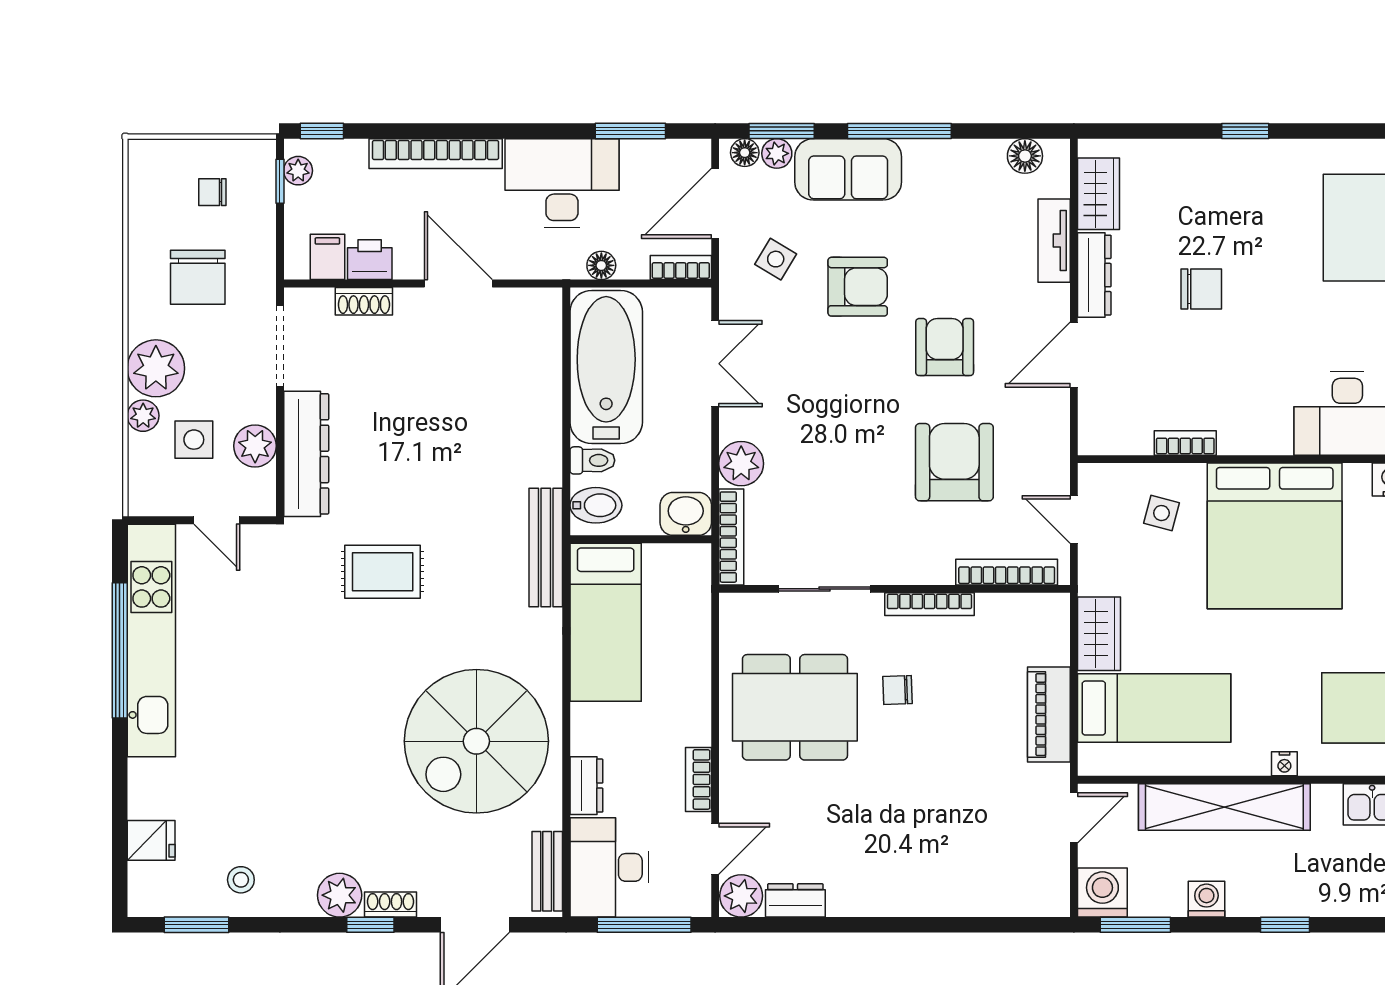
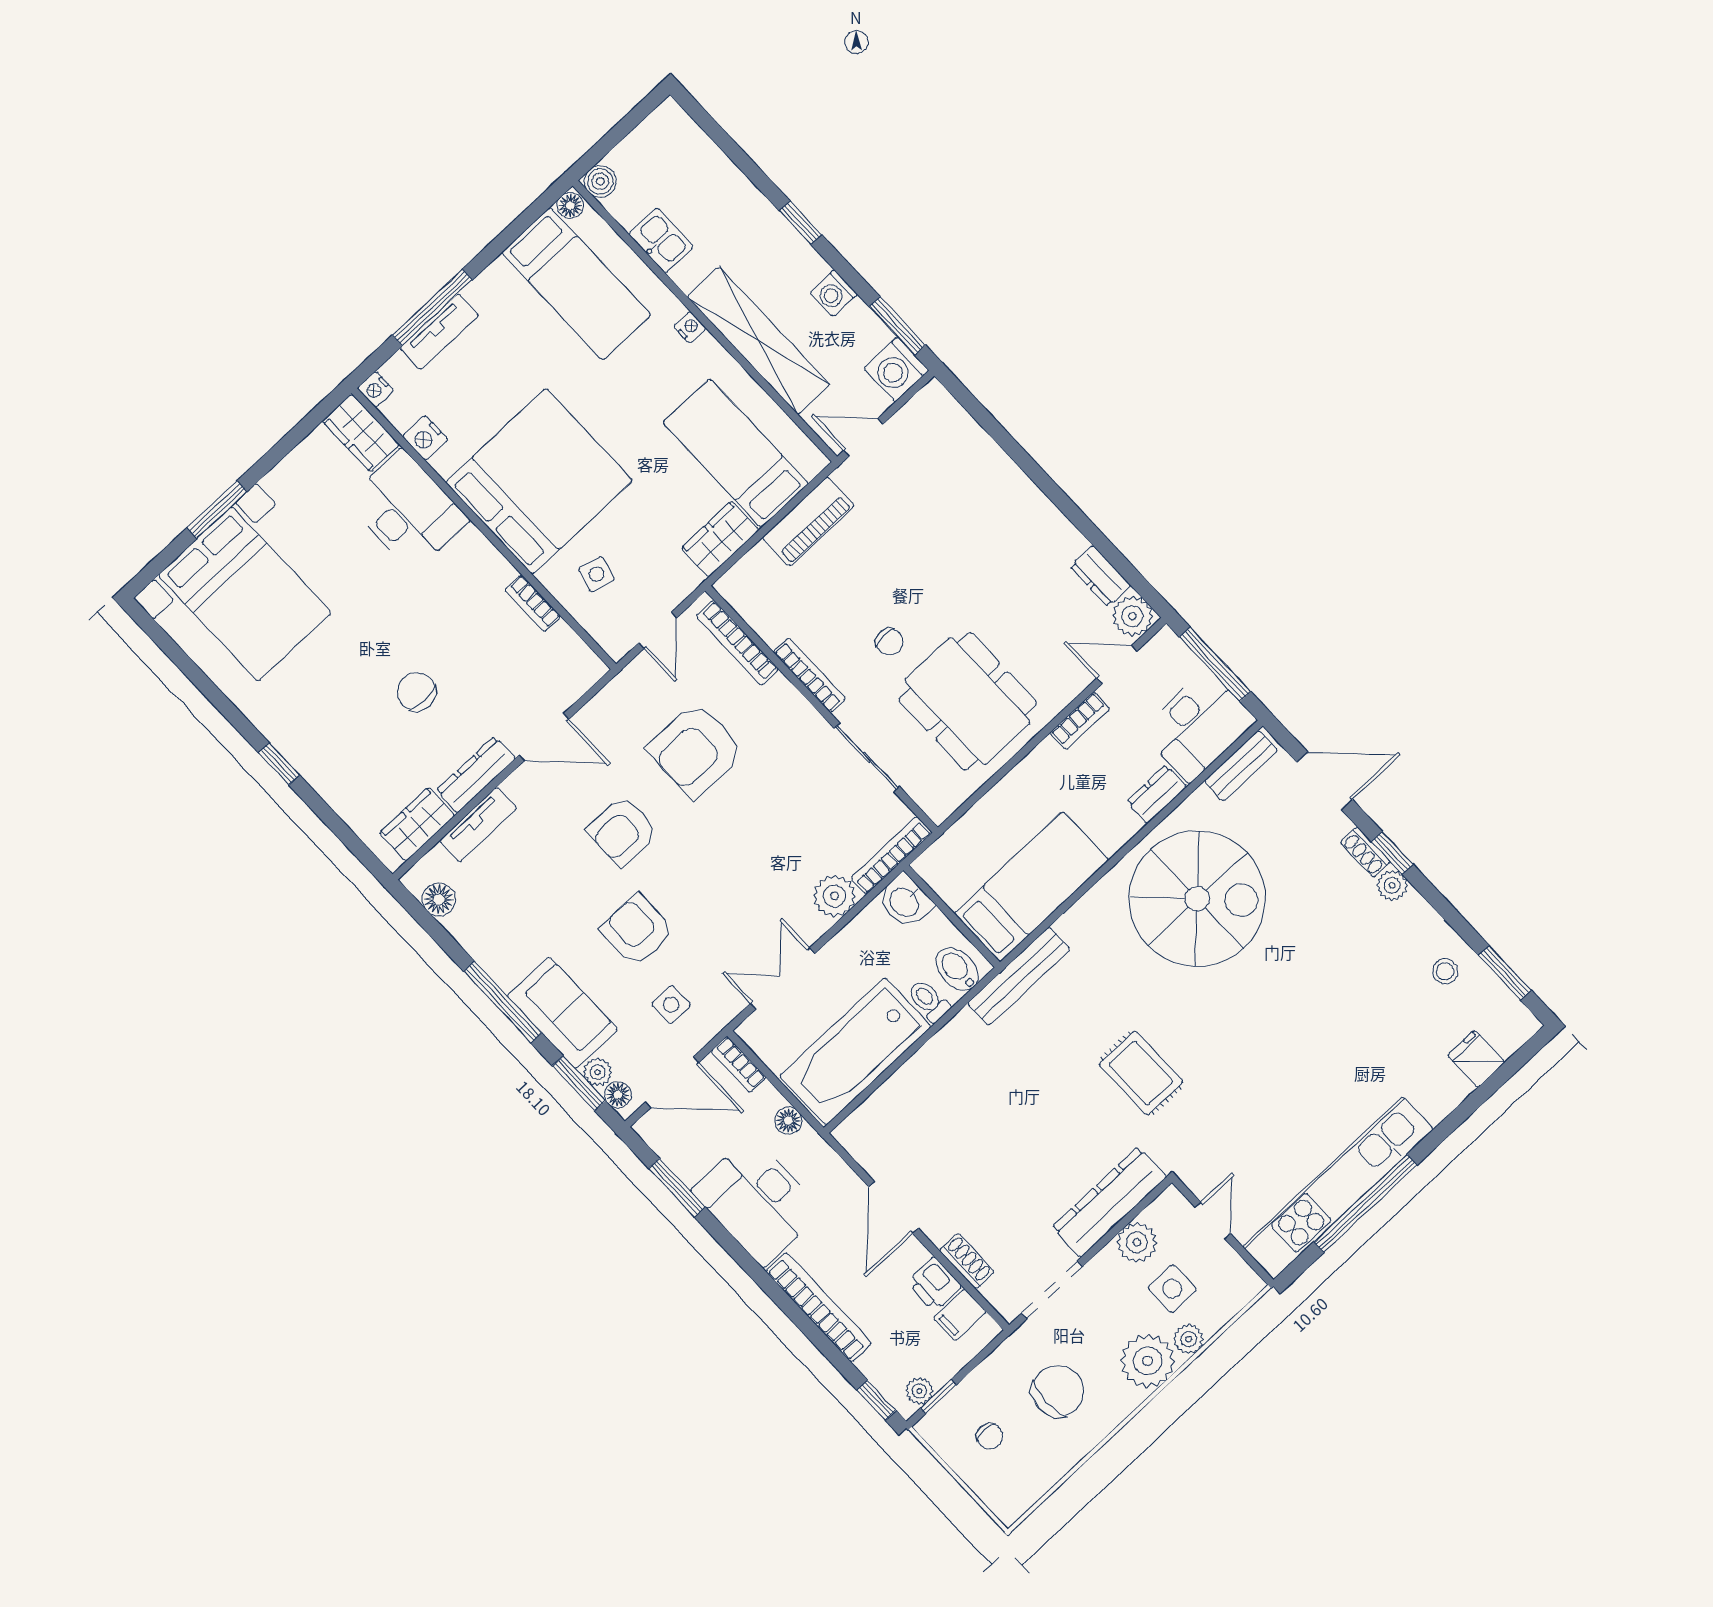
side table: (776, 259) -> (671, 1005), turned -31
plant: (340, 895) -> (1392, 885), width x0.73, depth x0.73

